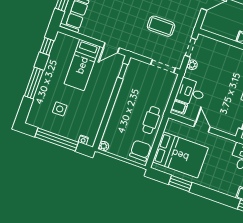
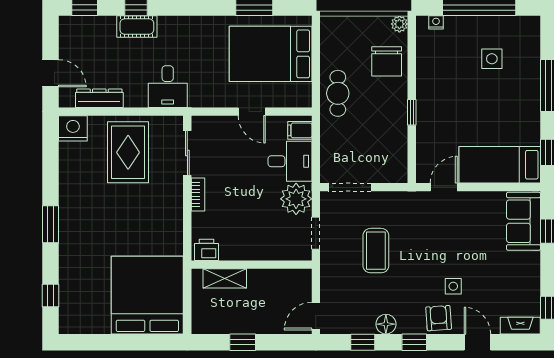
coffee table: (161, 26) -> (376, 251), turned 90
bed: (82, 65) -> (500, 165), moved, turned -90
plant: (192, 65) -> (296, 199), width x1.88, depth x1.88
window: (123, 71) -> (412, 112), moved
chair: (140, 151) -> (387, 61), moved

